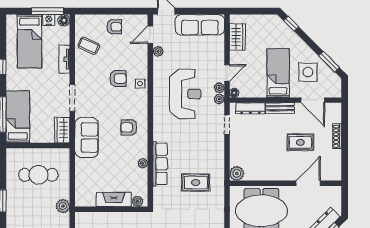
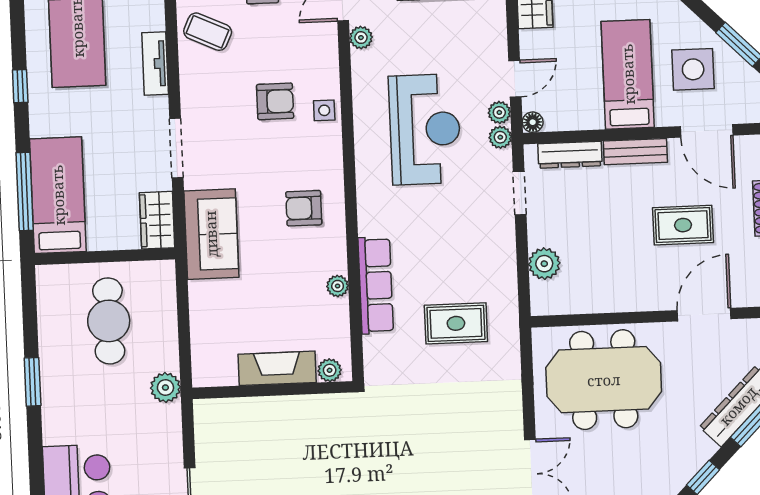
plant: (237, 173) -> (544, 264), moved
cafe table: (38, 175) -> (109, 321), turned 90

